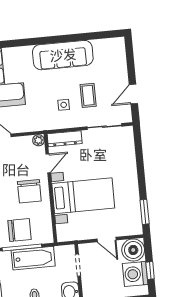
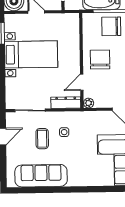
sofa: (63, 55) -> (41, 176), moved
bed with nightstands: (83, 196) -> (31, 54), moved, turned 180

